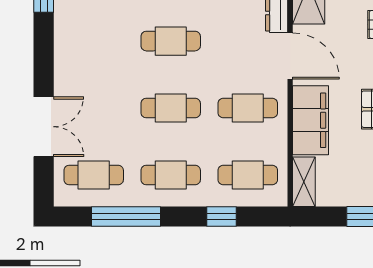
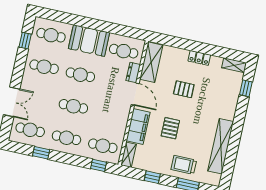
cafe table: (248, 108) -> (44, 67), moved
window: (126, 216) -> (41, 153), width x0.46
window: (222, 216) -> (98, 165), moved

